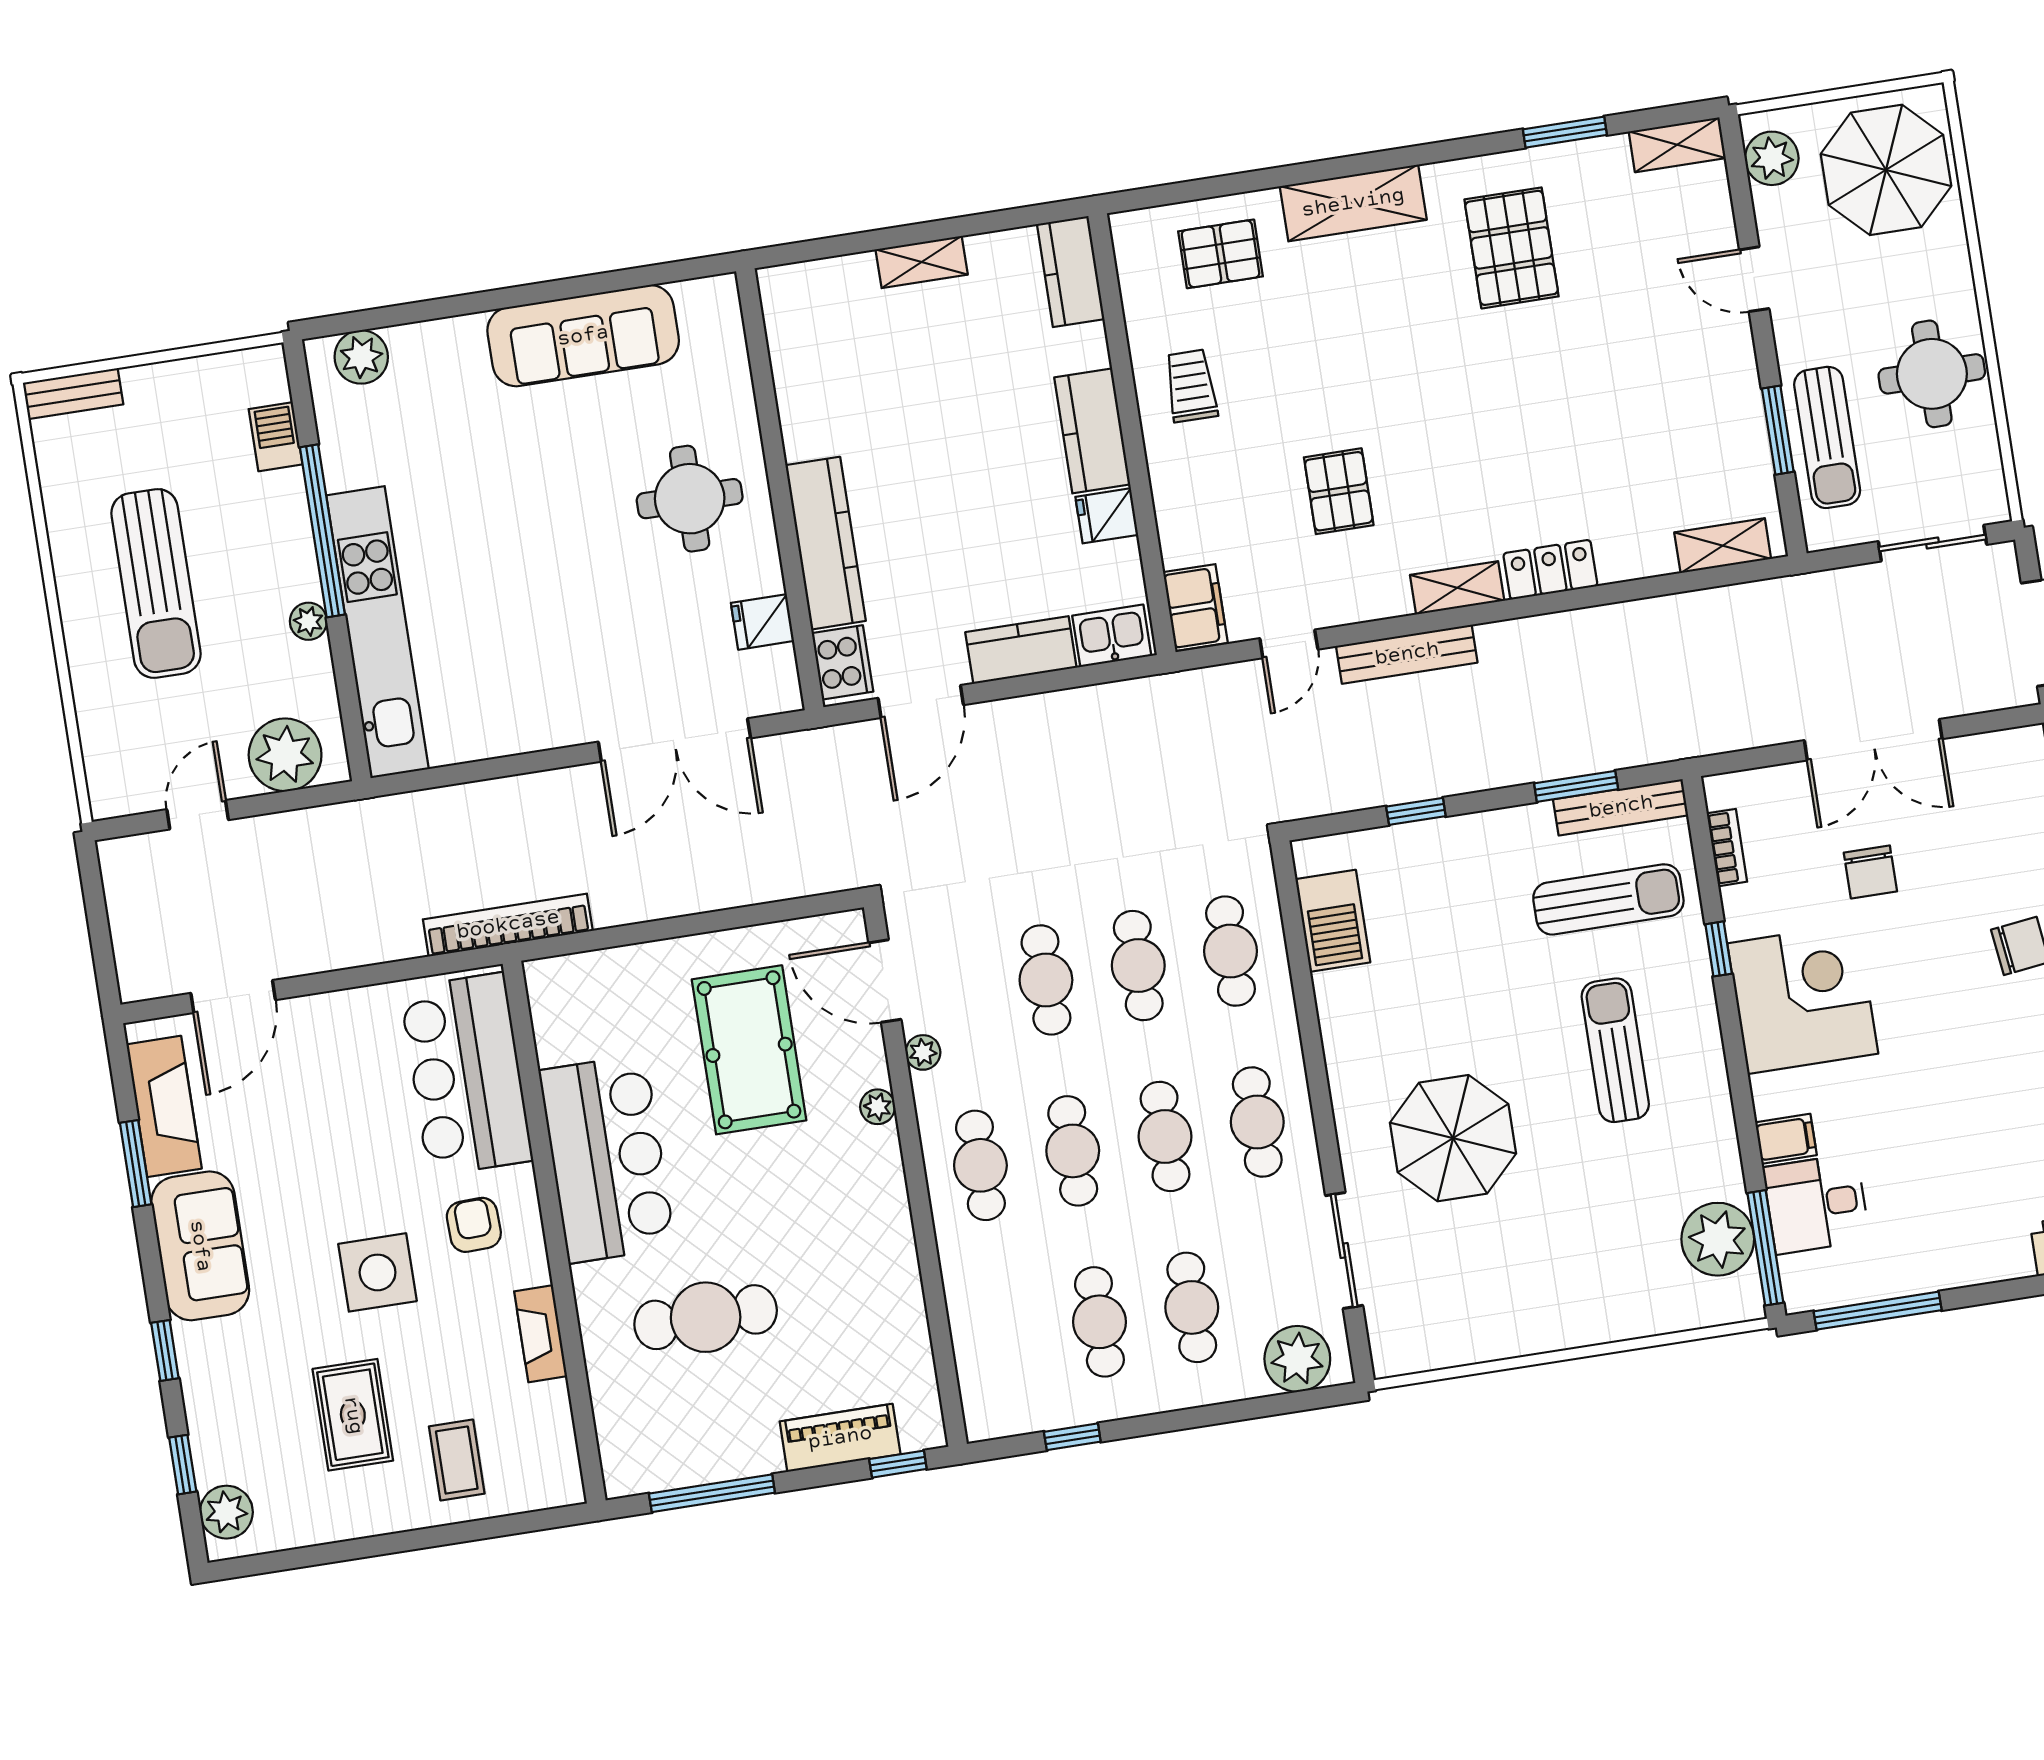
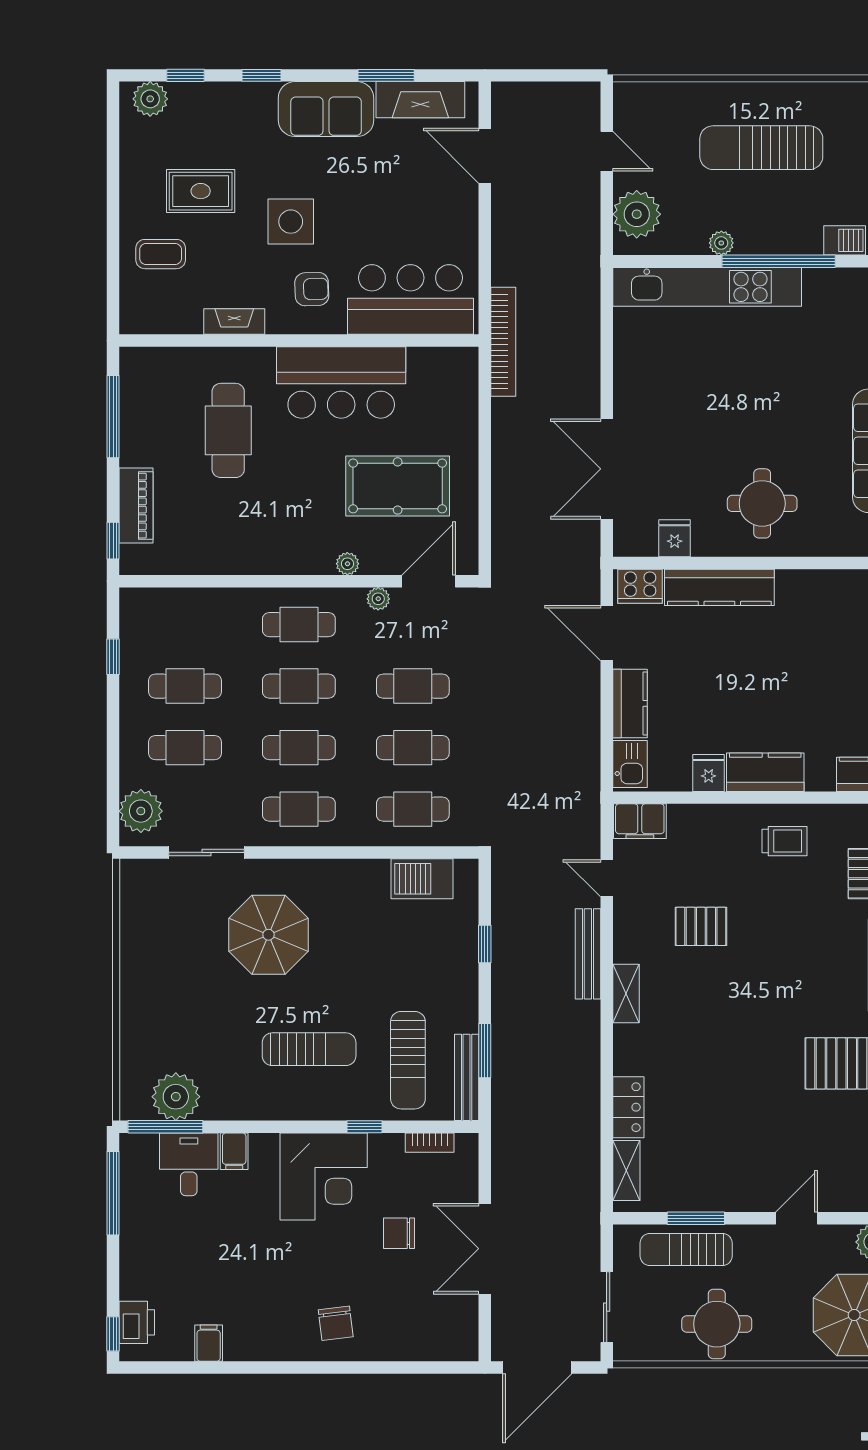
locker: (1550, 570) -> (628, 1107), moved

